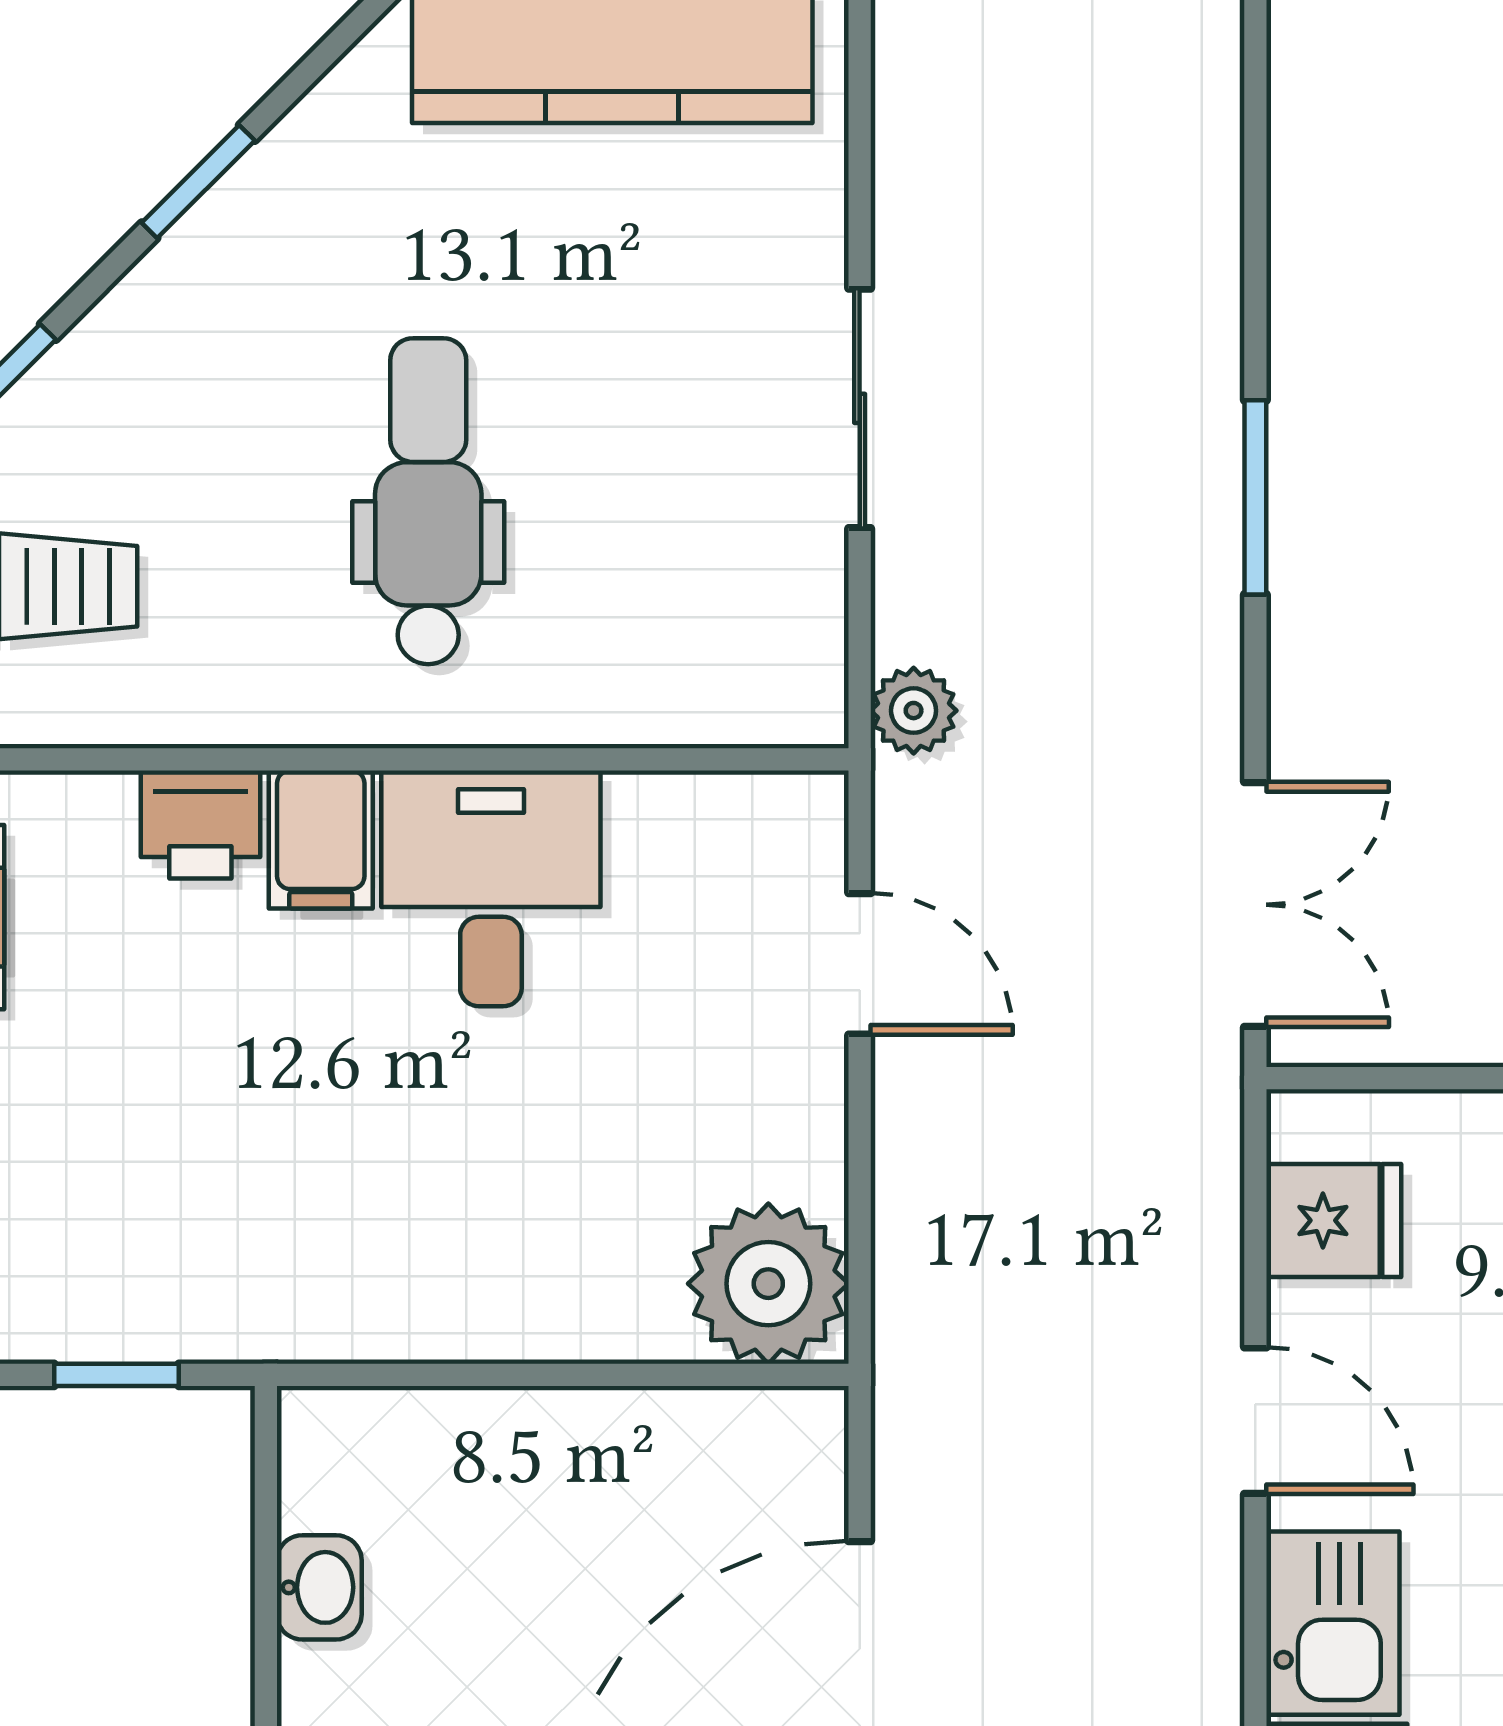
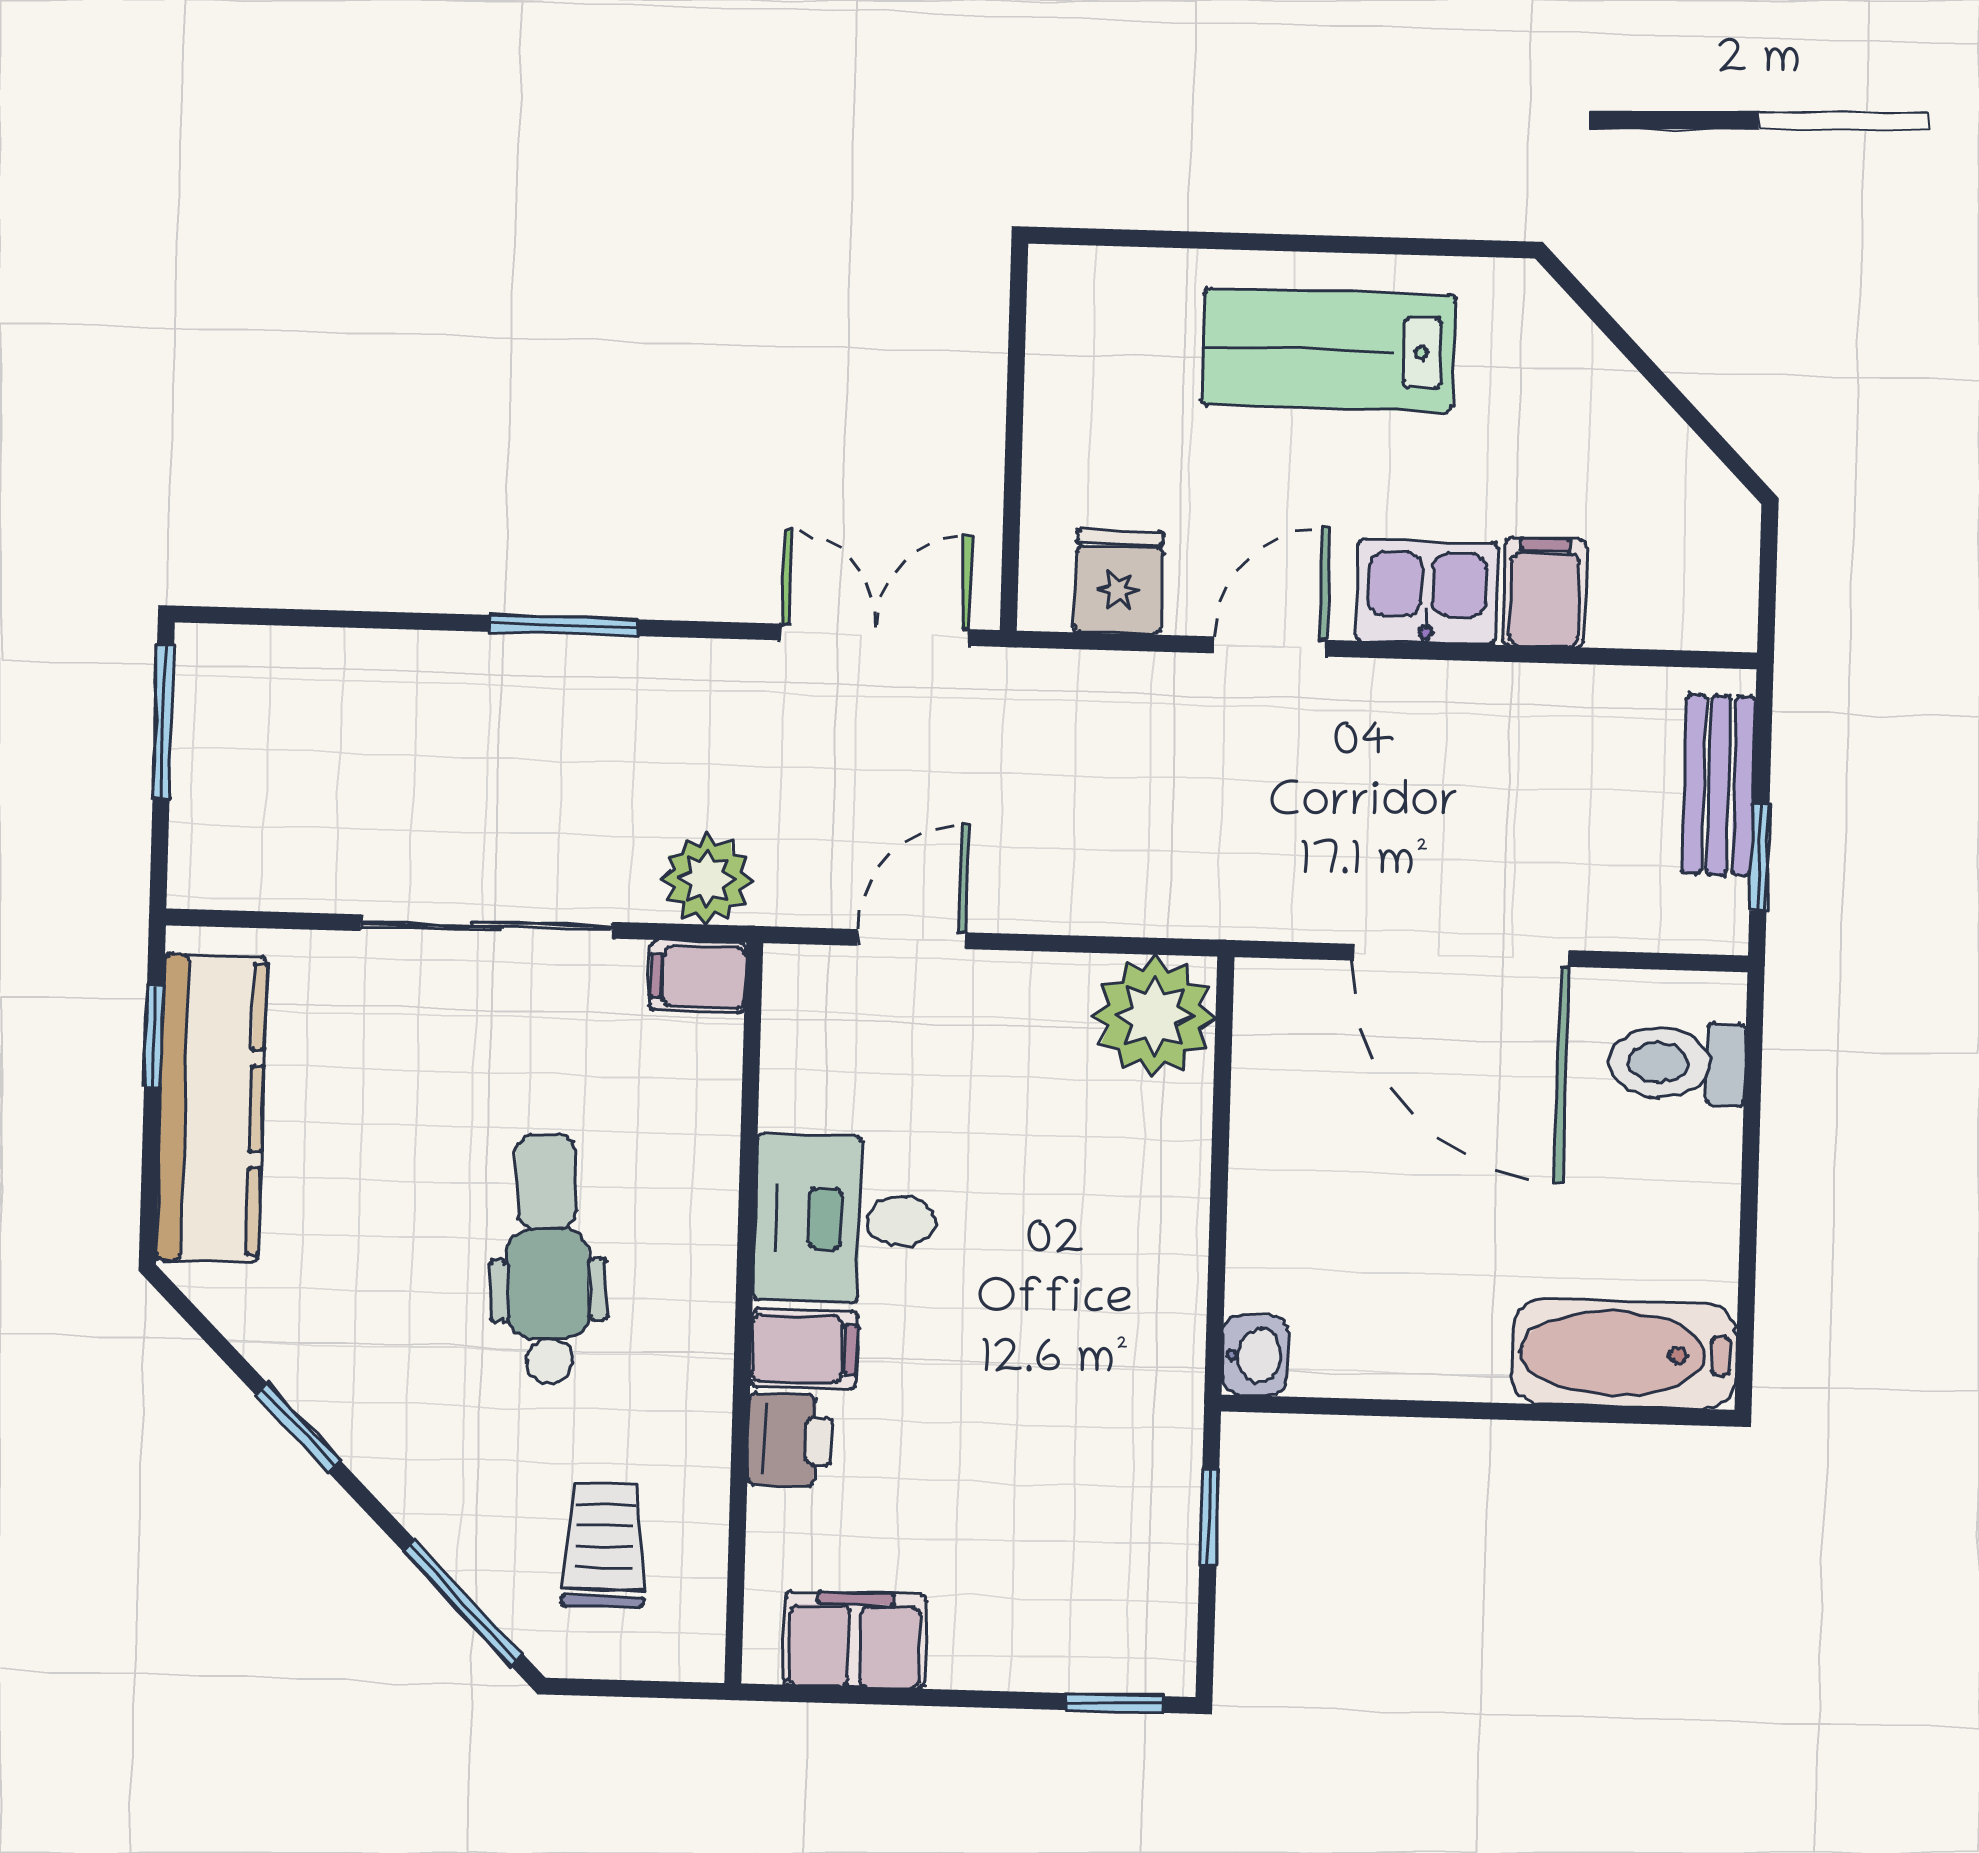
sliding door: (860, 408) -> (486, 926), width x1.37
dental chair: (428, 501) -> (548, 1259), turned 87
filing cabinet: (802, 686) -> (698, 977), added
plant: (914, 711) -> (707, 879), width x1.38, depth x1.38
washbasin: (319, 1587) -> (1255, 1356), moved, turned 90

